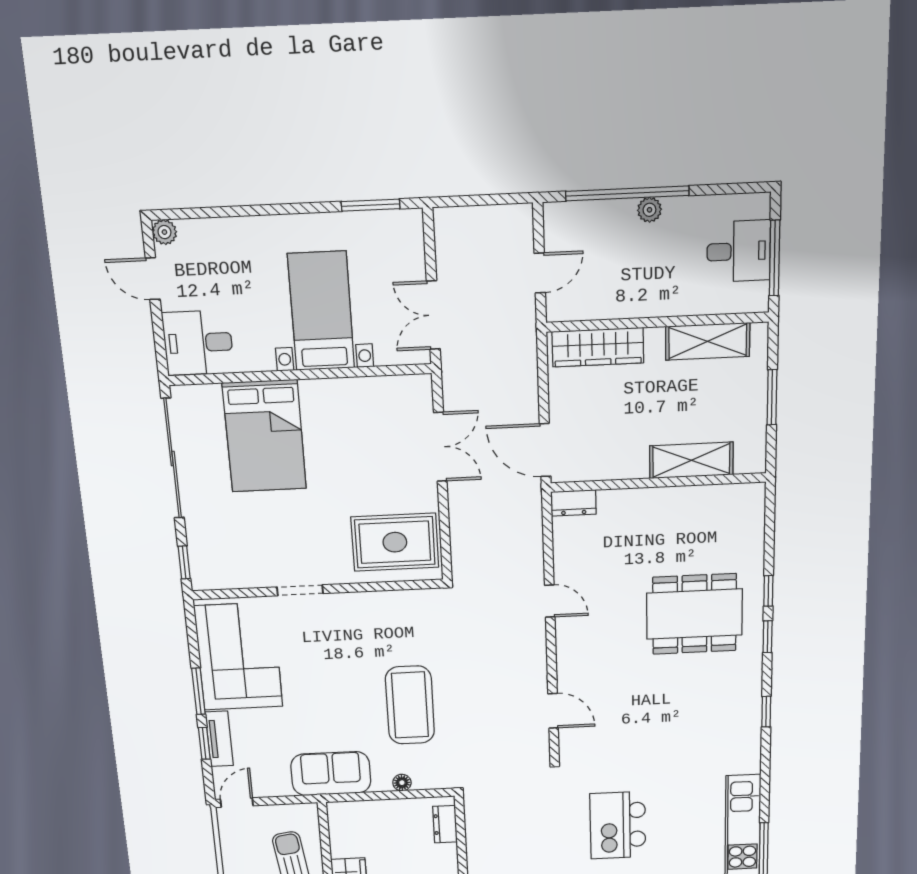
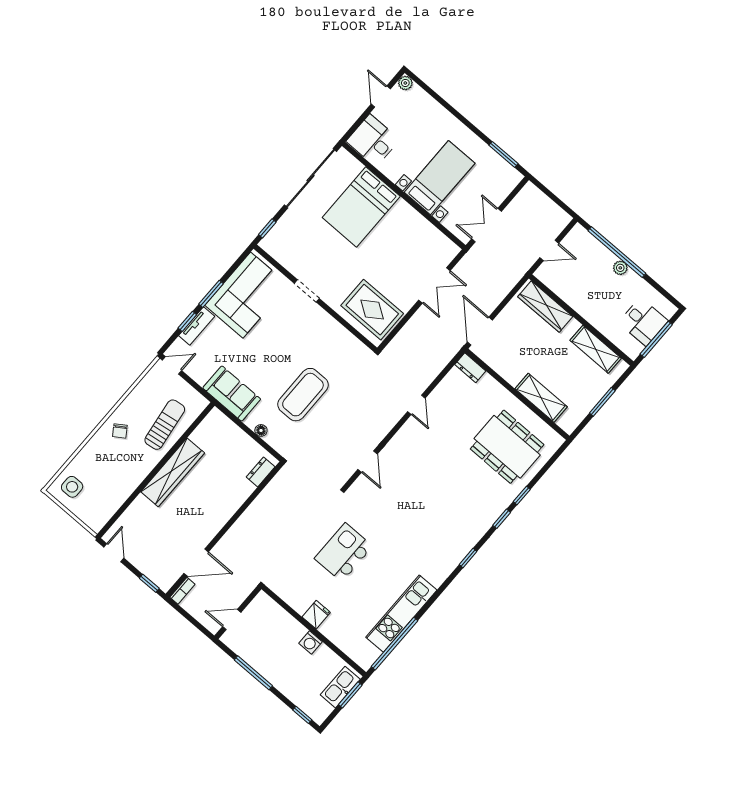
dining table: (694, 614) -> (507, 447), moved

